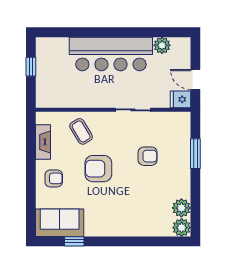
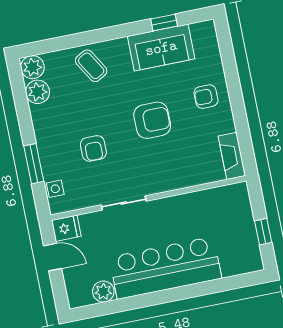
coffee table: (81, 131) -> (91, 66), moved
side table: (183, 131) -> (55, 189), added
fireplace: (43, 142) -> (232, 156), moved
armchair: (148, 156) -> (93, 148), turned -90
sofa: (60, 223) -> (161, 48), moved

